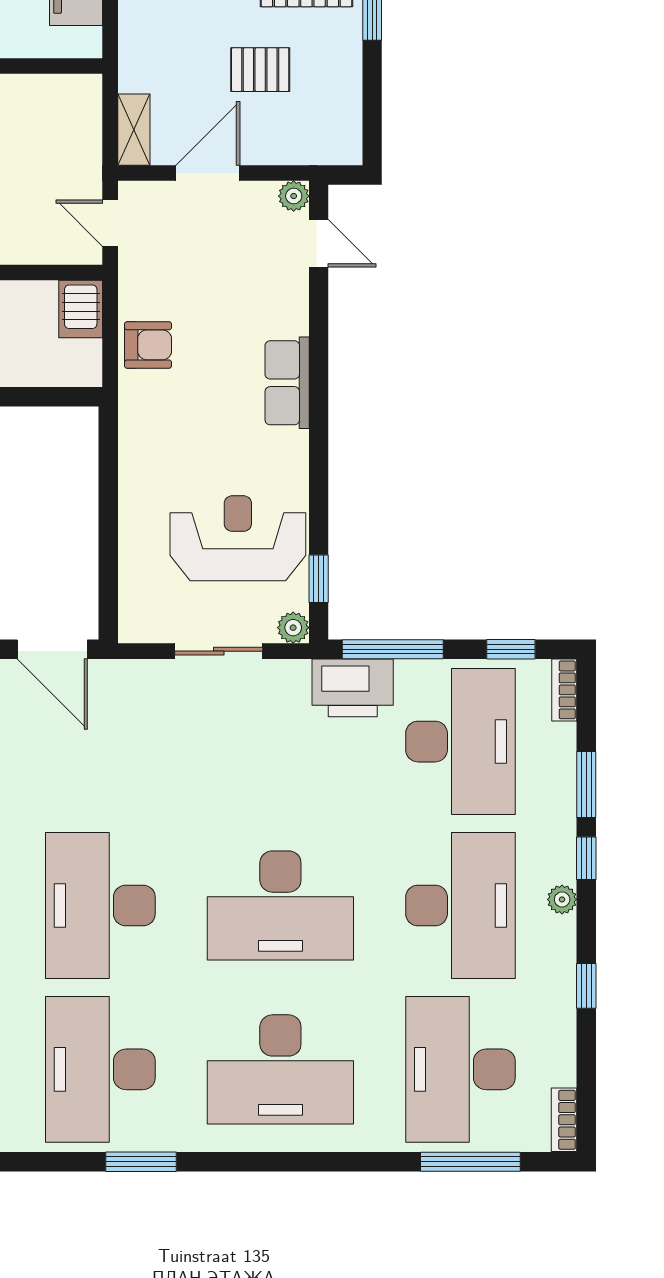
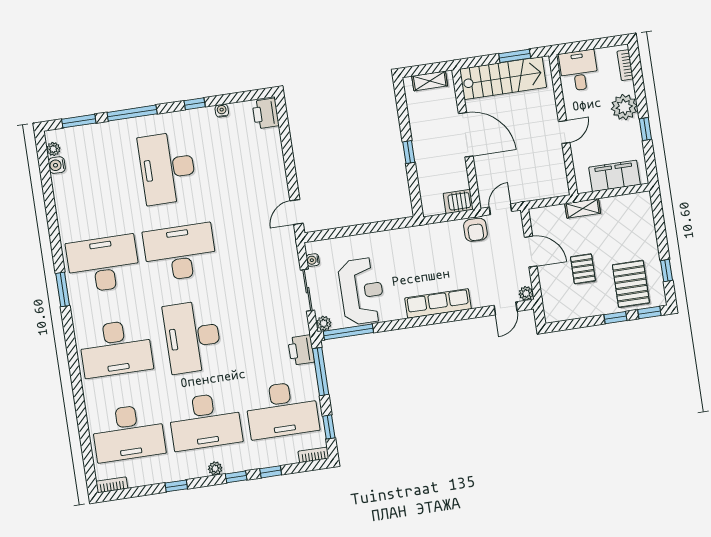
shelving: (134, 130) -> (583, 208), moved
armchair: (148, 345) -> (475, 230), moved
row of seats: (287, 383) -> (438, 303), width x1.48
window: (319, 579) -> (348, 332), width x2.17
water cooler: (158, 631) -> (313, 260), added
door: (52, 649) -> (297, 212), width x0.73
printer: (353, 688) -> (301, 350), width x0.73, depth x0.84
window: (586, 784) -> (271, 472), width x0.67
desk: (280, 1069) -> (116, 348), turned -90
desk: (460, 1069) -> (128, 433), turned 180
window: (470, 1162) -> (86, 444), removed

